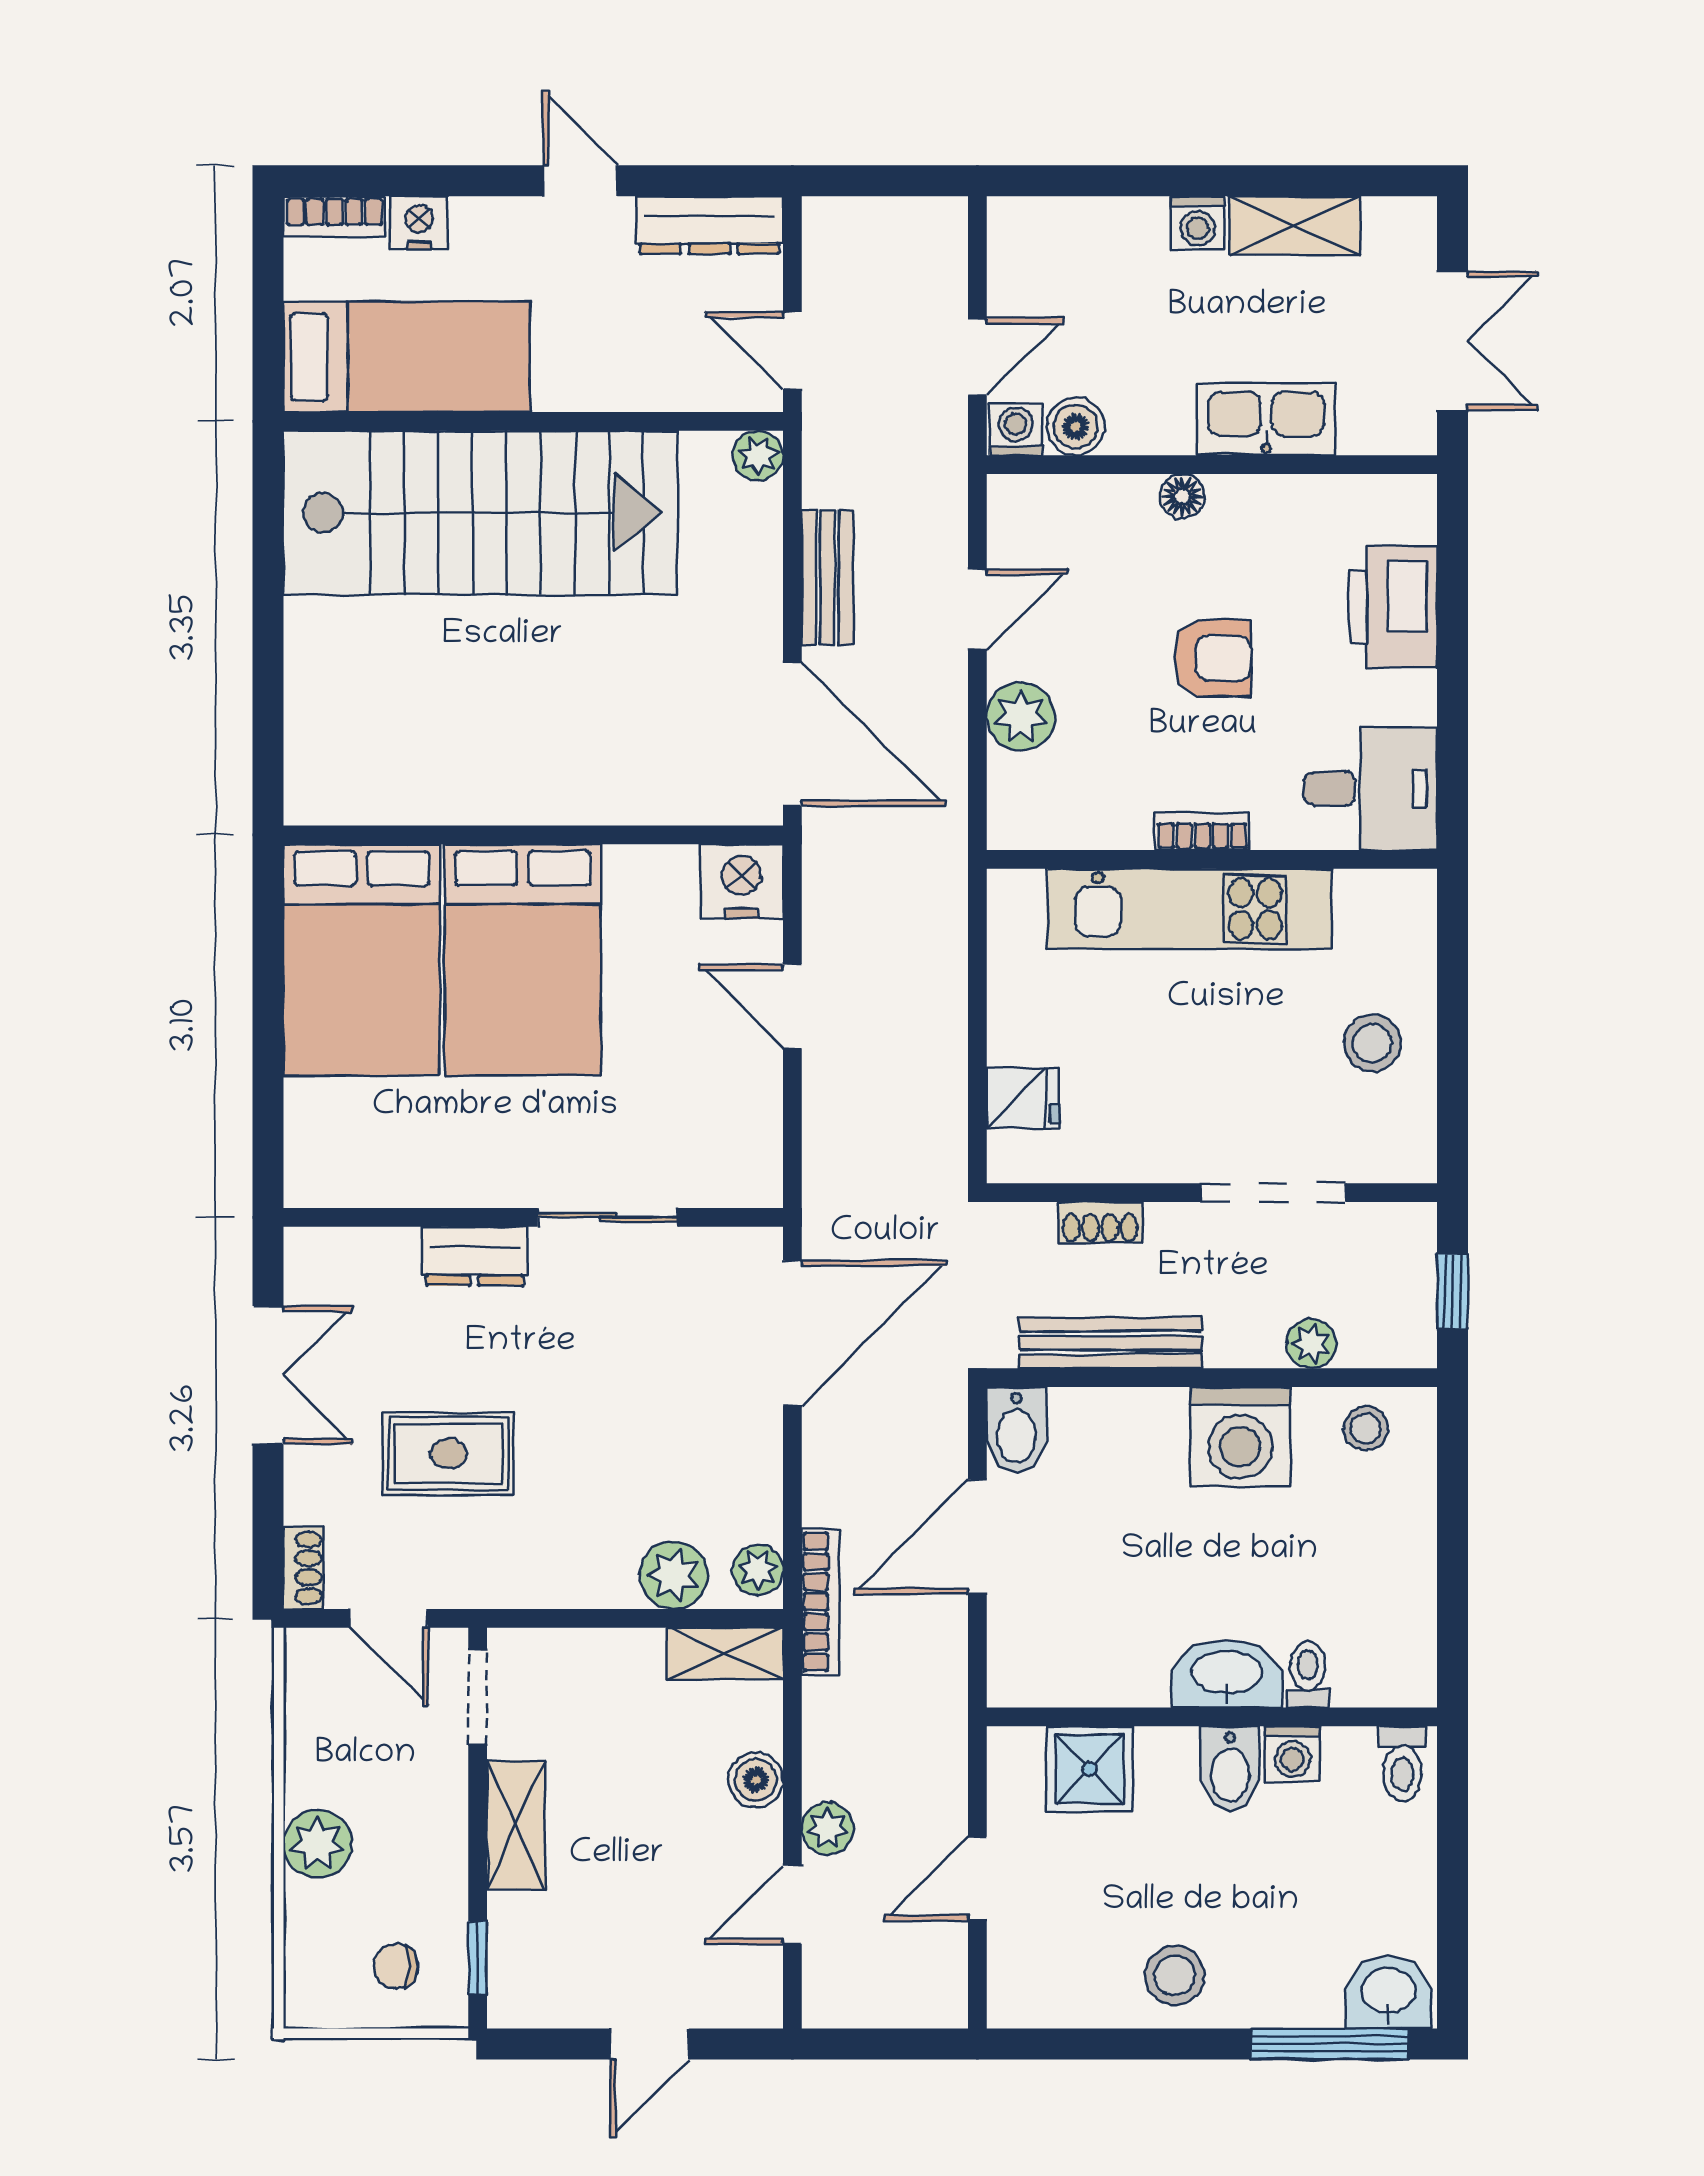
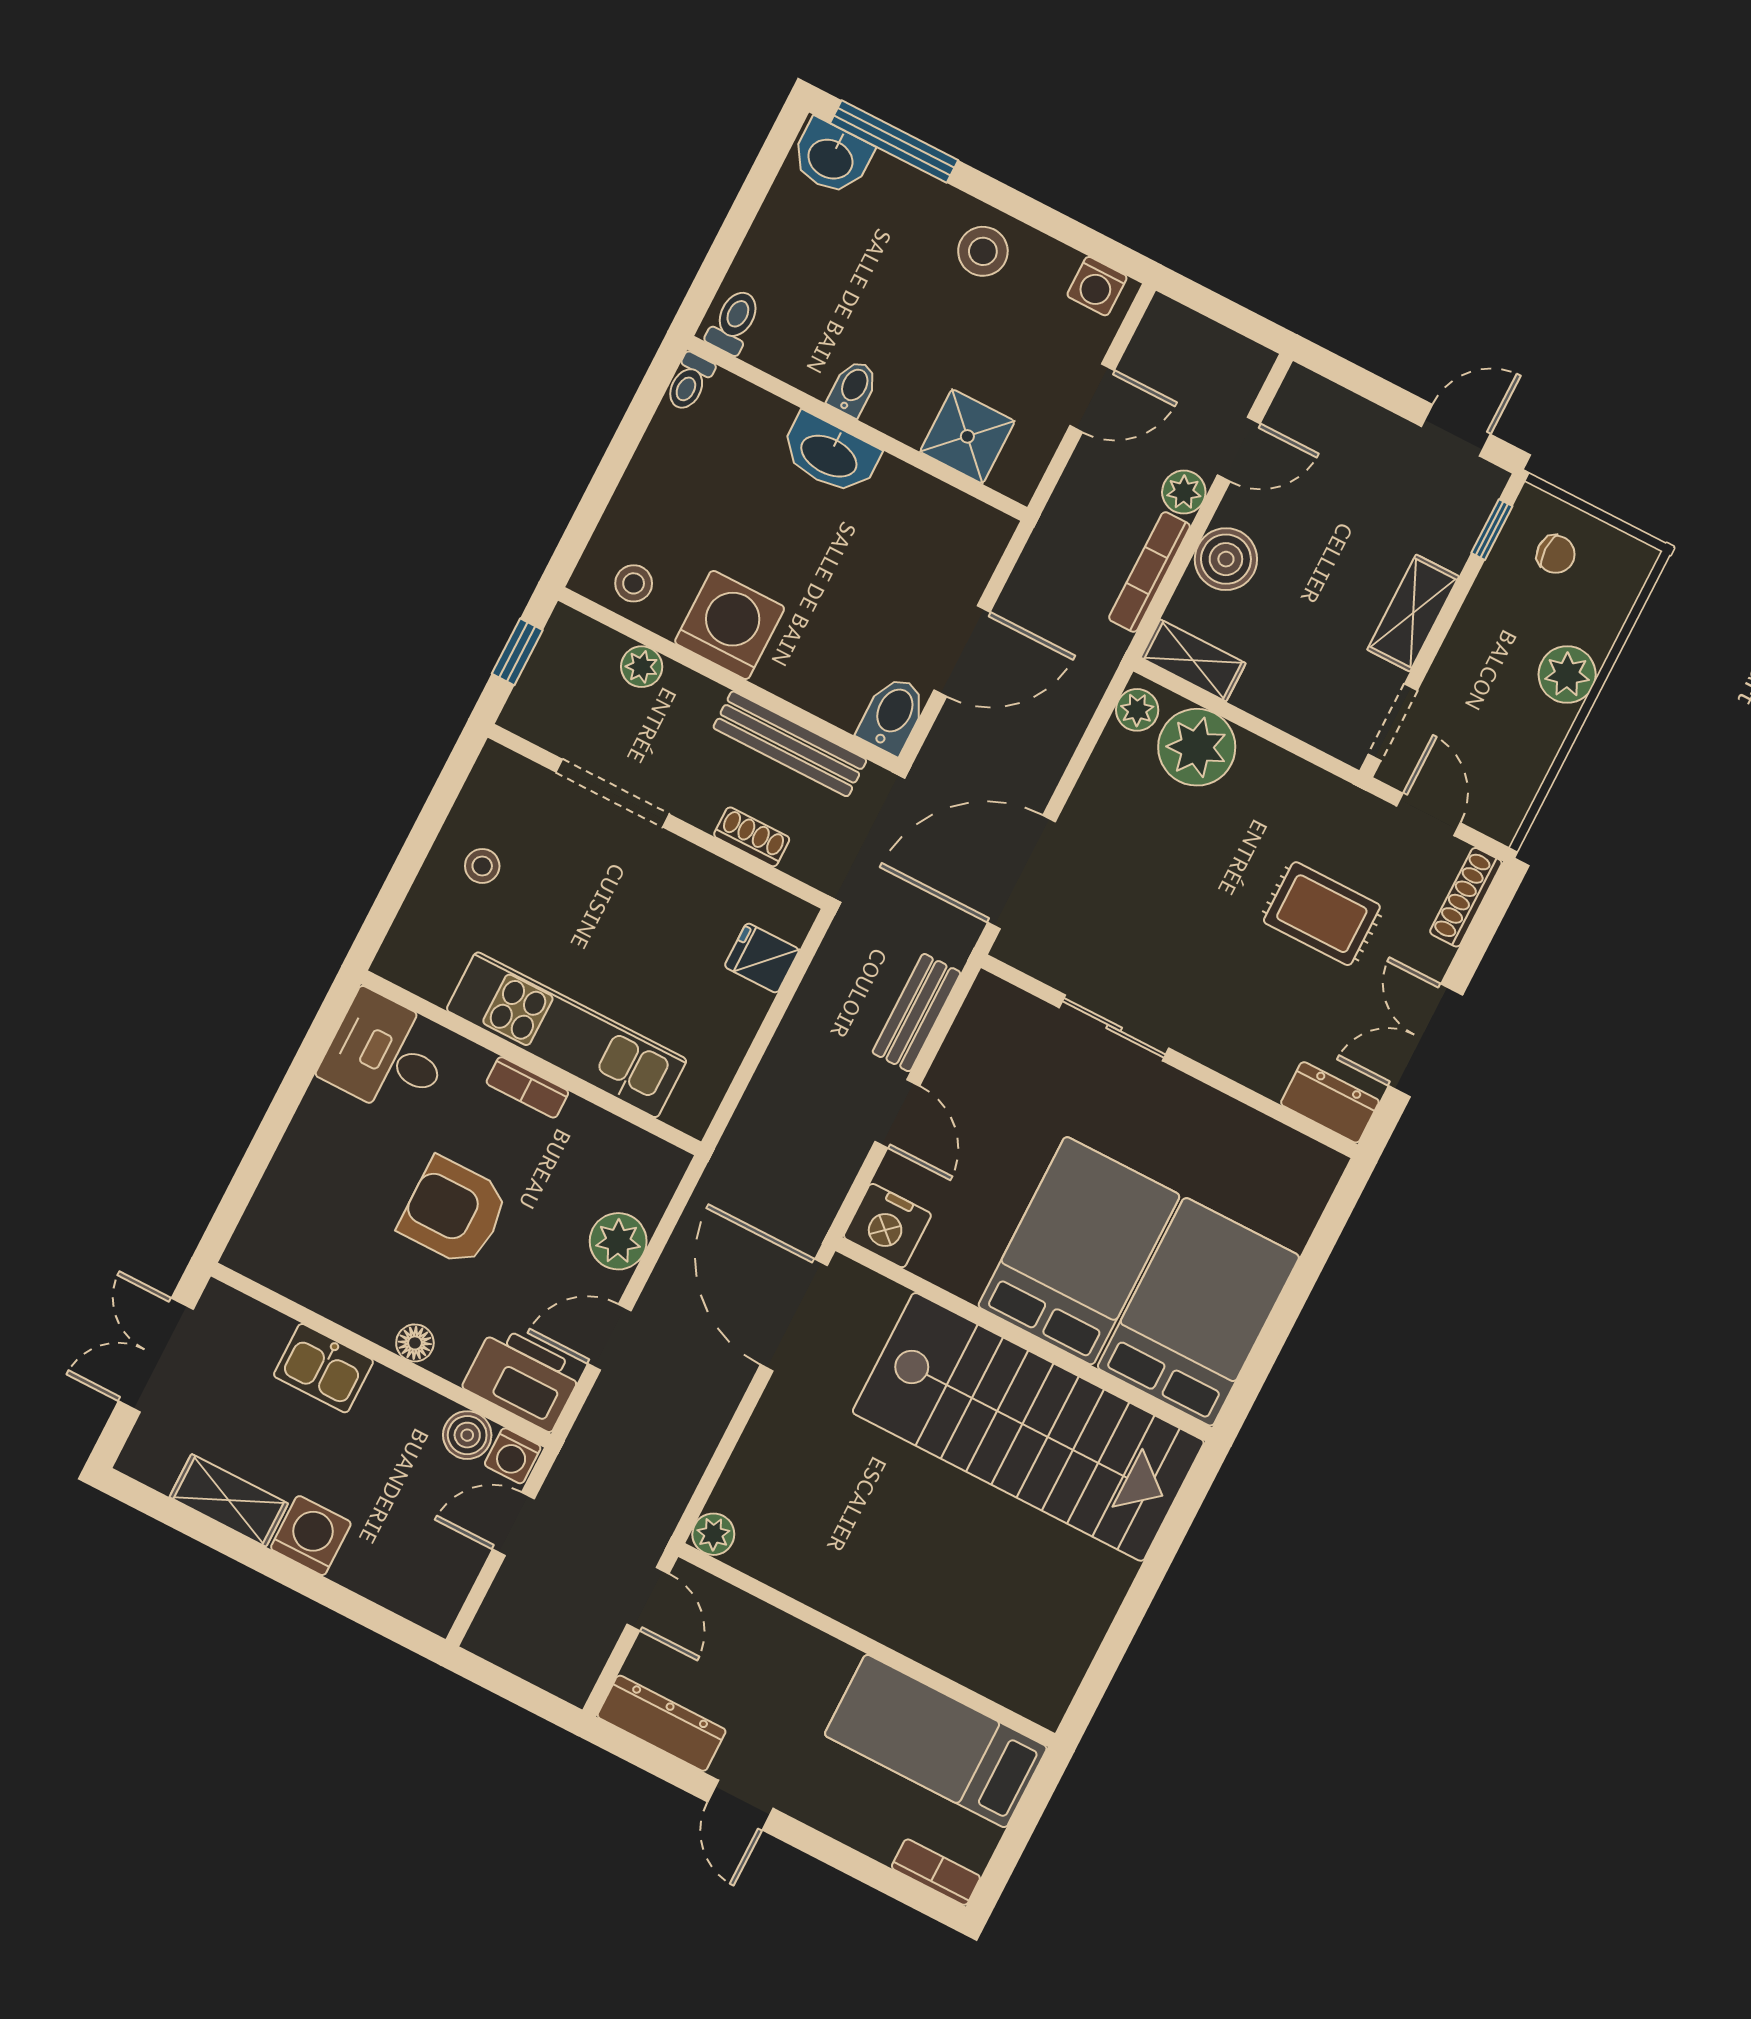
nightstand: (419, 223) -> (876, 1835), removed
washing machine: (1198, 223) -> (311, 1536), width x1.38, depth x1.38
kitchen sink: (1266, 419) -> (323, 1368), width x0.73
stairs: (480, 513) -> (1028, 1427), moved, turned 180
bench: (827, 578) -> (916, 1013), moved
printer: (1393, 607) -> (523, 1378), moved, turned -90
armchair: (1213, 658) -> (454, 1212), width x1.38, depth x1.38
stool: (1372, 1043) -> (482, 866), width x0.73, depth x0.73
dresser: (474, 1256) -> (1330, 1102), moved
shoe rack: (303, 1568) -> (1466, 897), width x1.43
plant: (674, 1575) -> (1197, 747), width x1.36, depth x1.36
bookcase: (820, 1602) -> (1149, 572), moved
toilet: (1308, 1674) -> (689, 382), moved
washing machine: (1292, 1754) -> (1097, 286), moved, turned 180
bidet: (1230, 1769) -> (853, 388), width x0.72, depth x0.74
boiler: (756, 1780) -> (1226, 559), width x1.36, depth x1.36
door: (650, 2044) -> (1456, 430), moved

